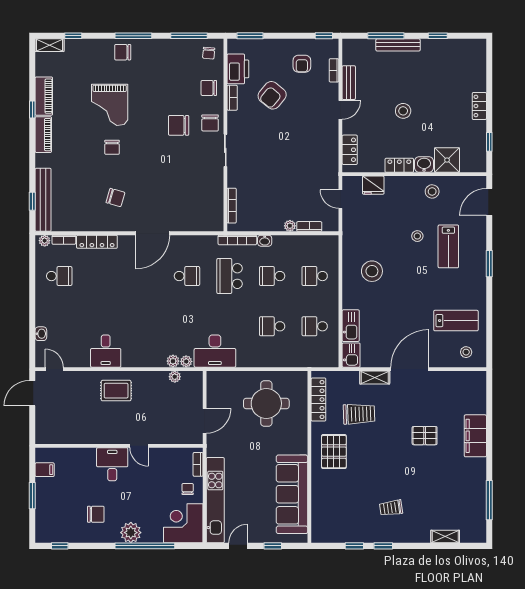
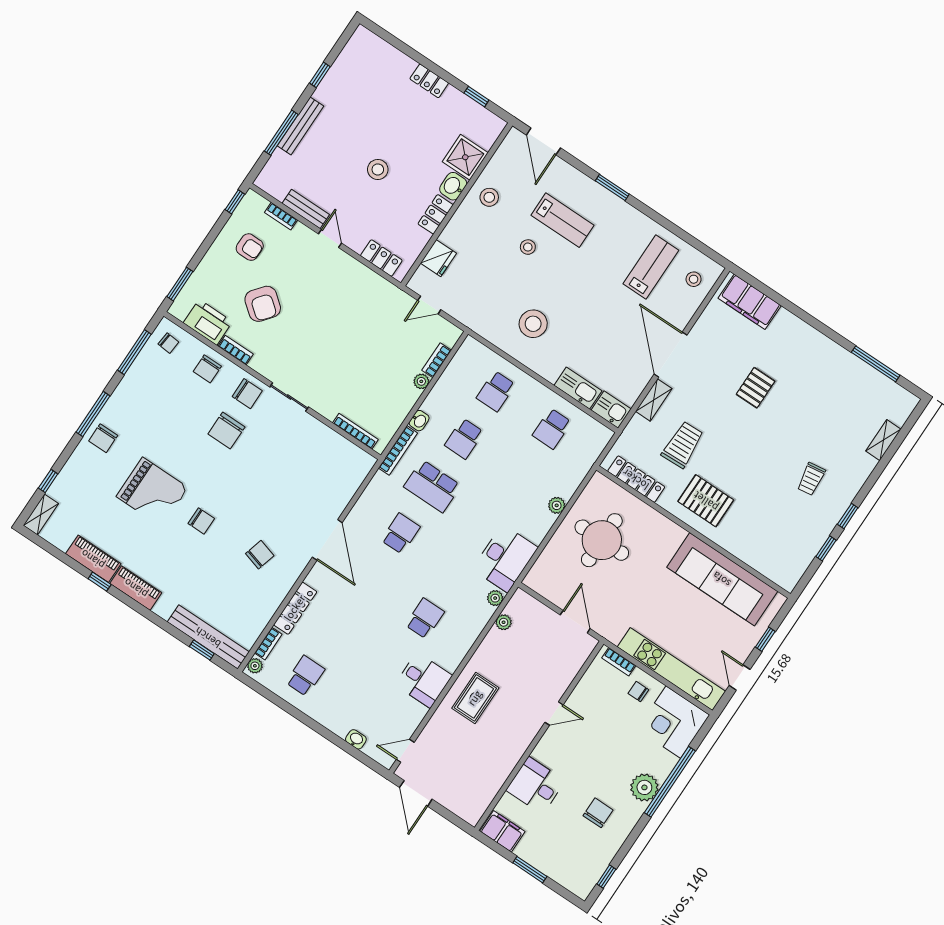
school desk: (272, 326) -> (425, 618), moved, turned 180
plant: (173, 361) -> (557, 505), moved
filing cabinet: (475, 436) -> (750, 302), moved
desk: (112, 464) -> (536, 786), moved
filing cabinet: (45, 470) -> (502, 831), width x2.00

